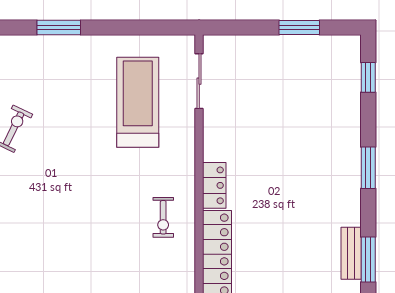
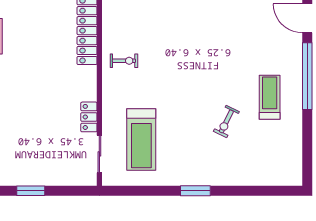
locker: (214, 185) -> (89, 117), moved
exercise bike: (163, 217) -> (124, 61), turned 90

